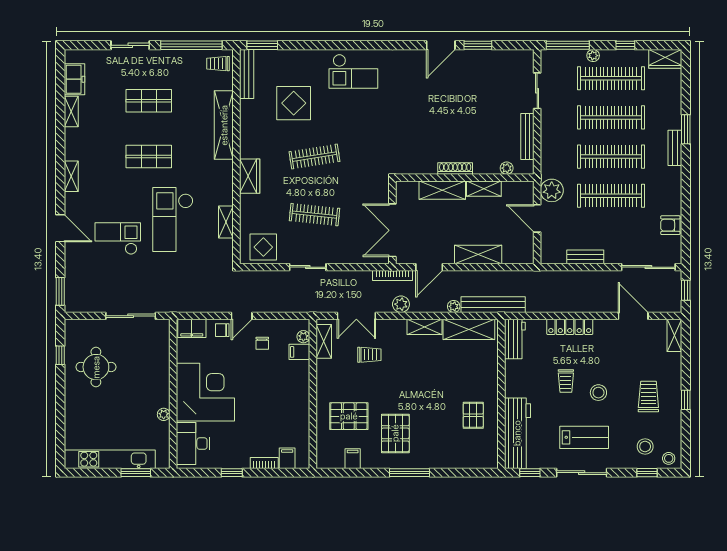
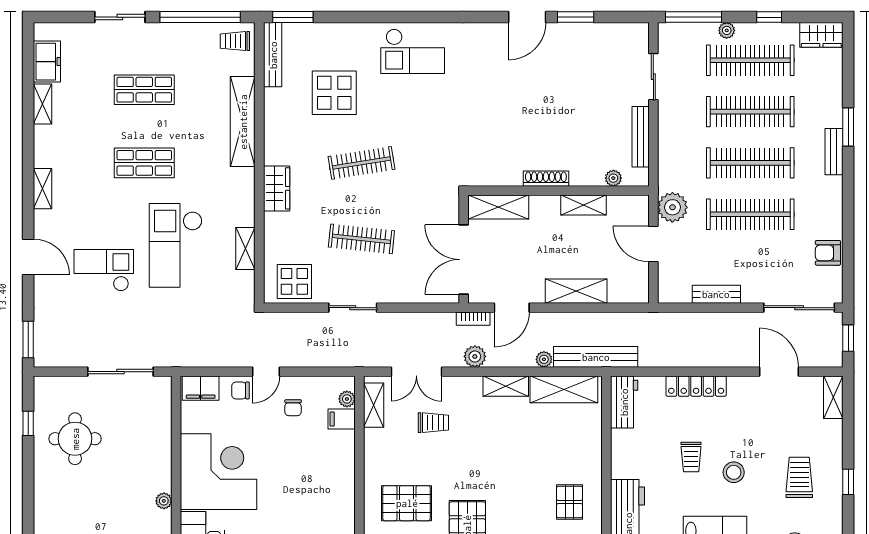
shelving: (442, 190) -> (498, 207), moved
bookcase: (392, 275) -> (473, 319), width x0.64

